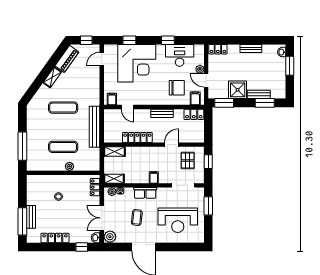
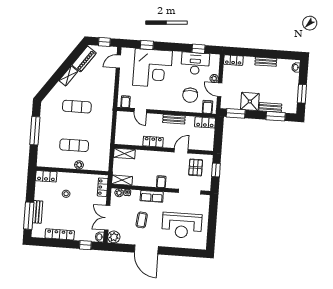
window: (168, 40) -> (198, 49), moved
window: (290, 66) -> (302, 94), moved
chair: (177, 88) -> (190, 95), turned 90
bench: (95, 127) -> (106, 128), removed
locker: (137, 138) -> (153, 142), width x0.66
window: (22, 146) -> (35, 131), moved
locker: (37, 180) -> (46, 176), added
window: (208, 206) -> (213, 214), removed

